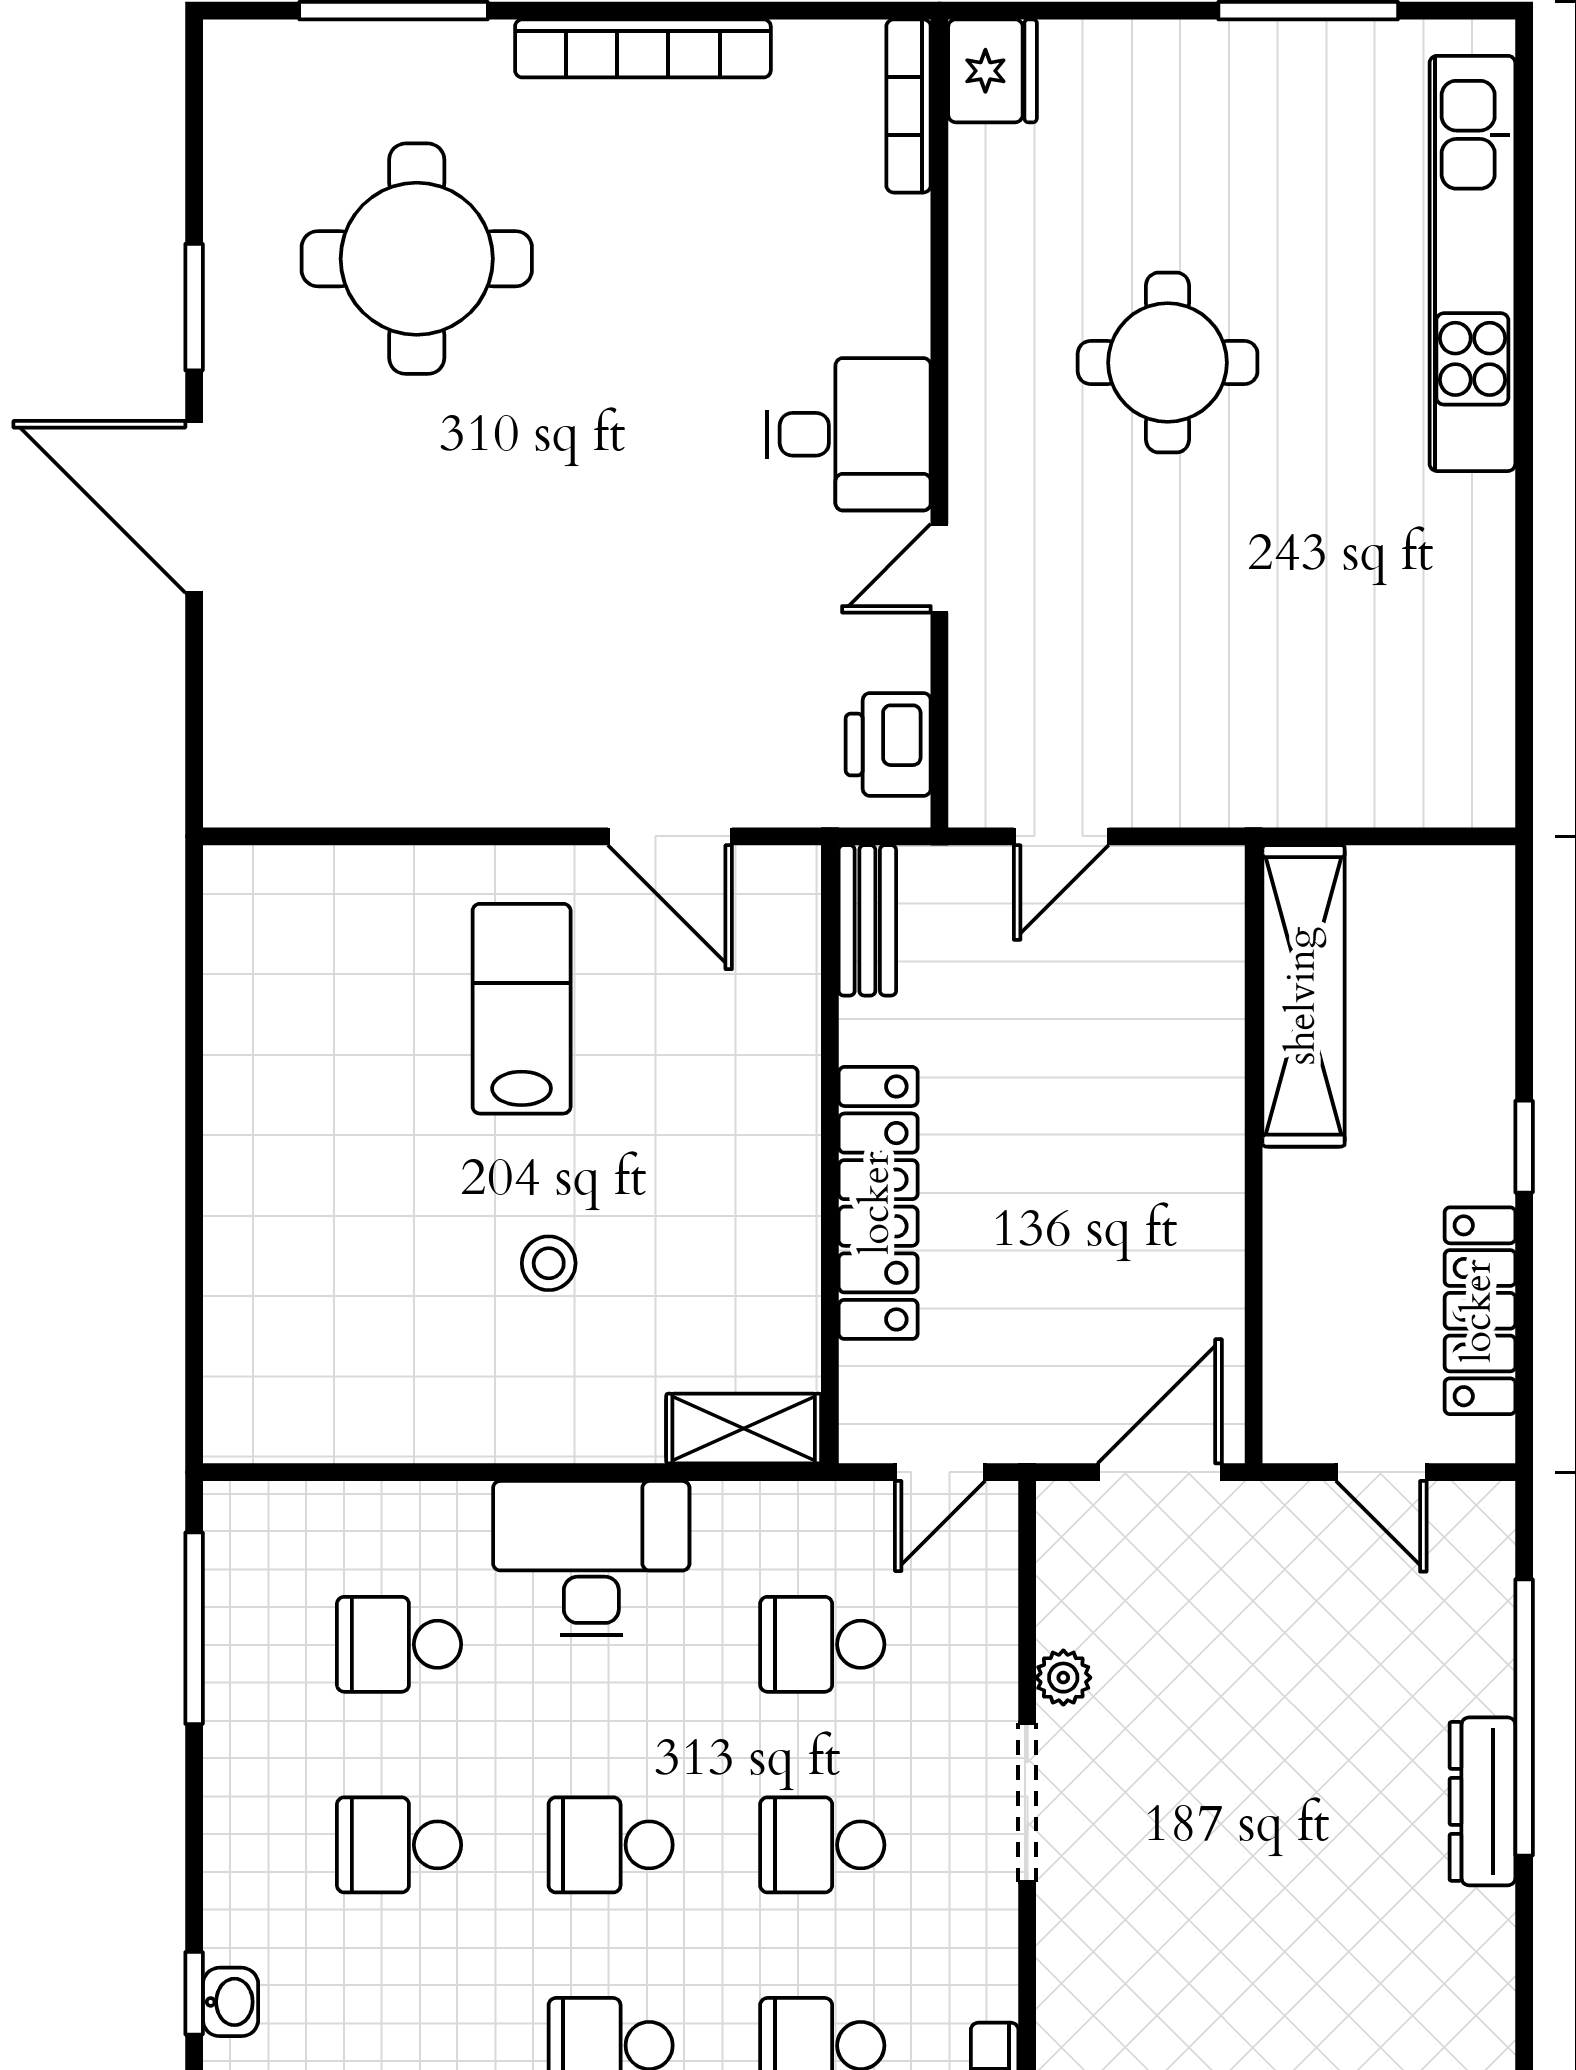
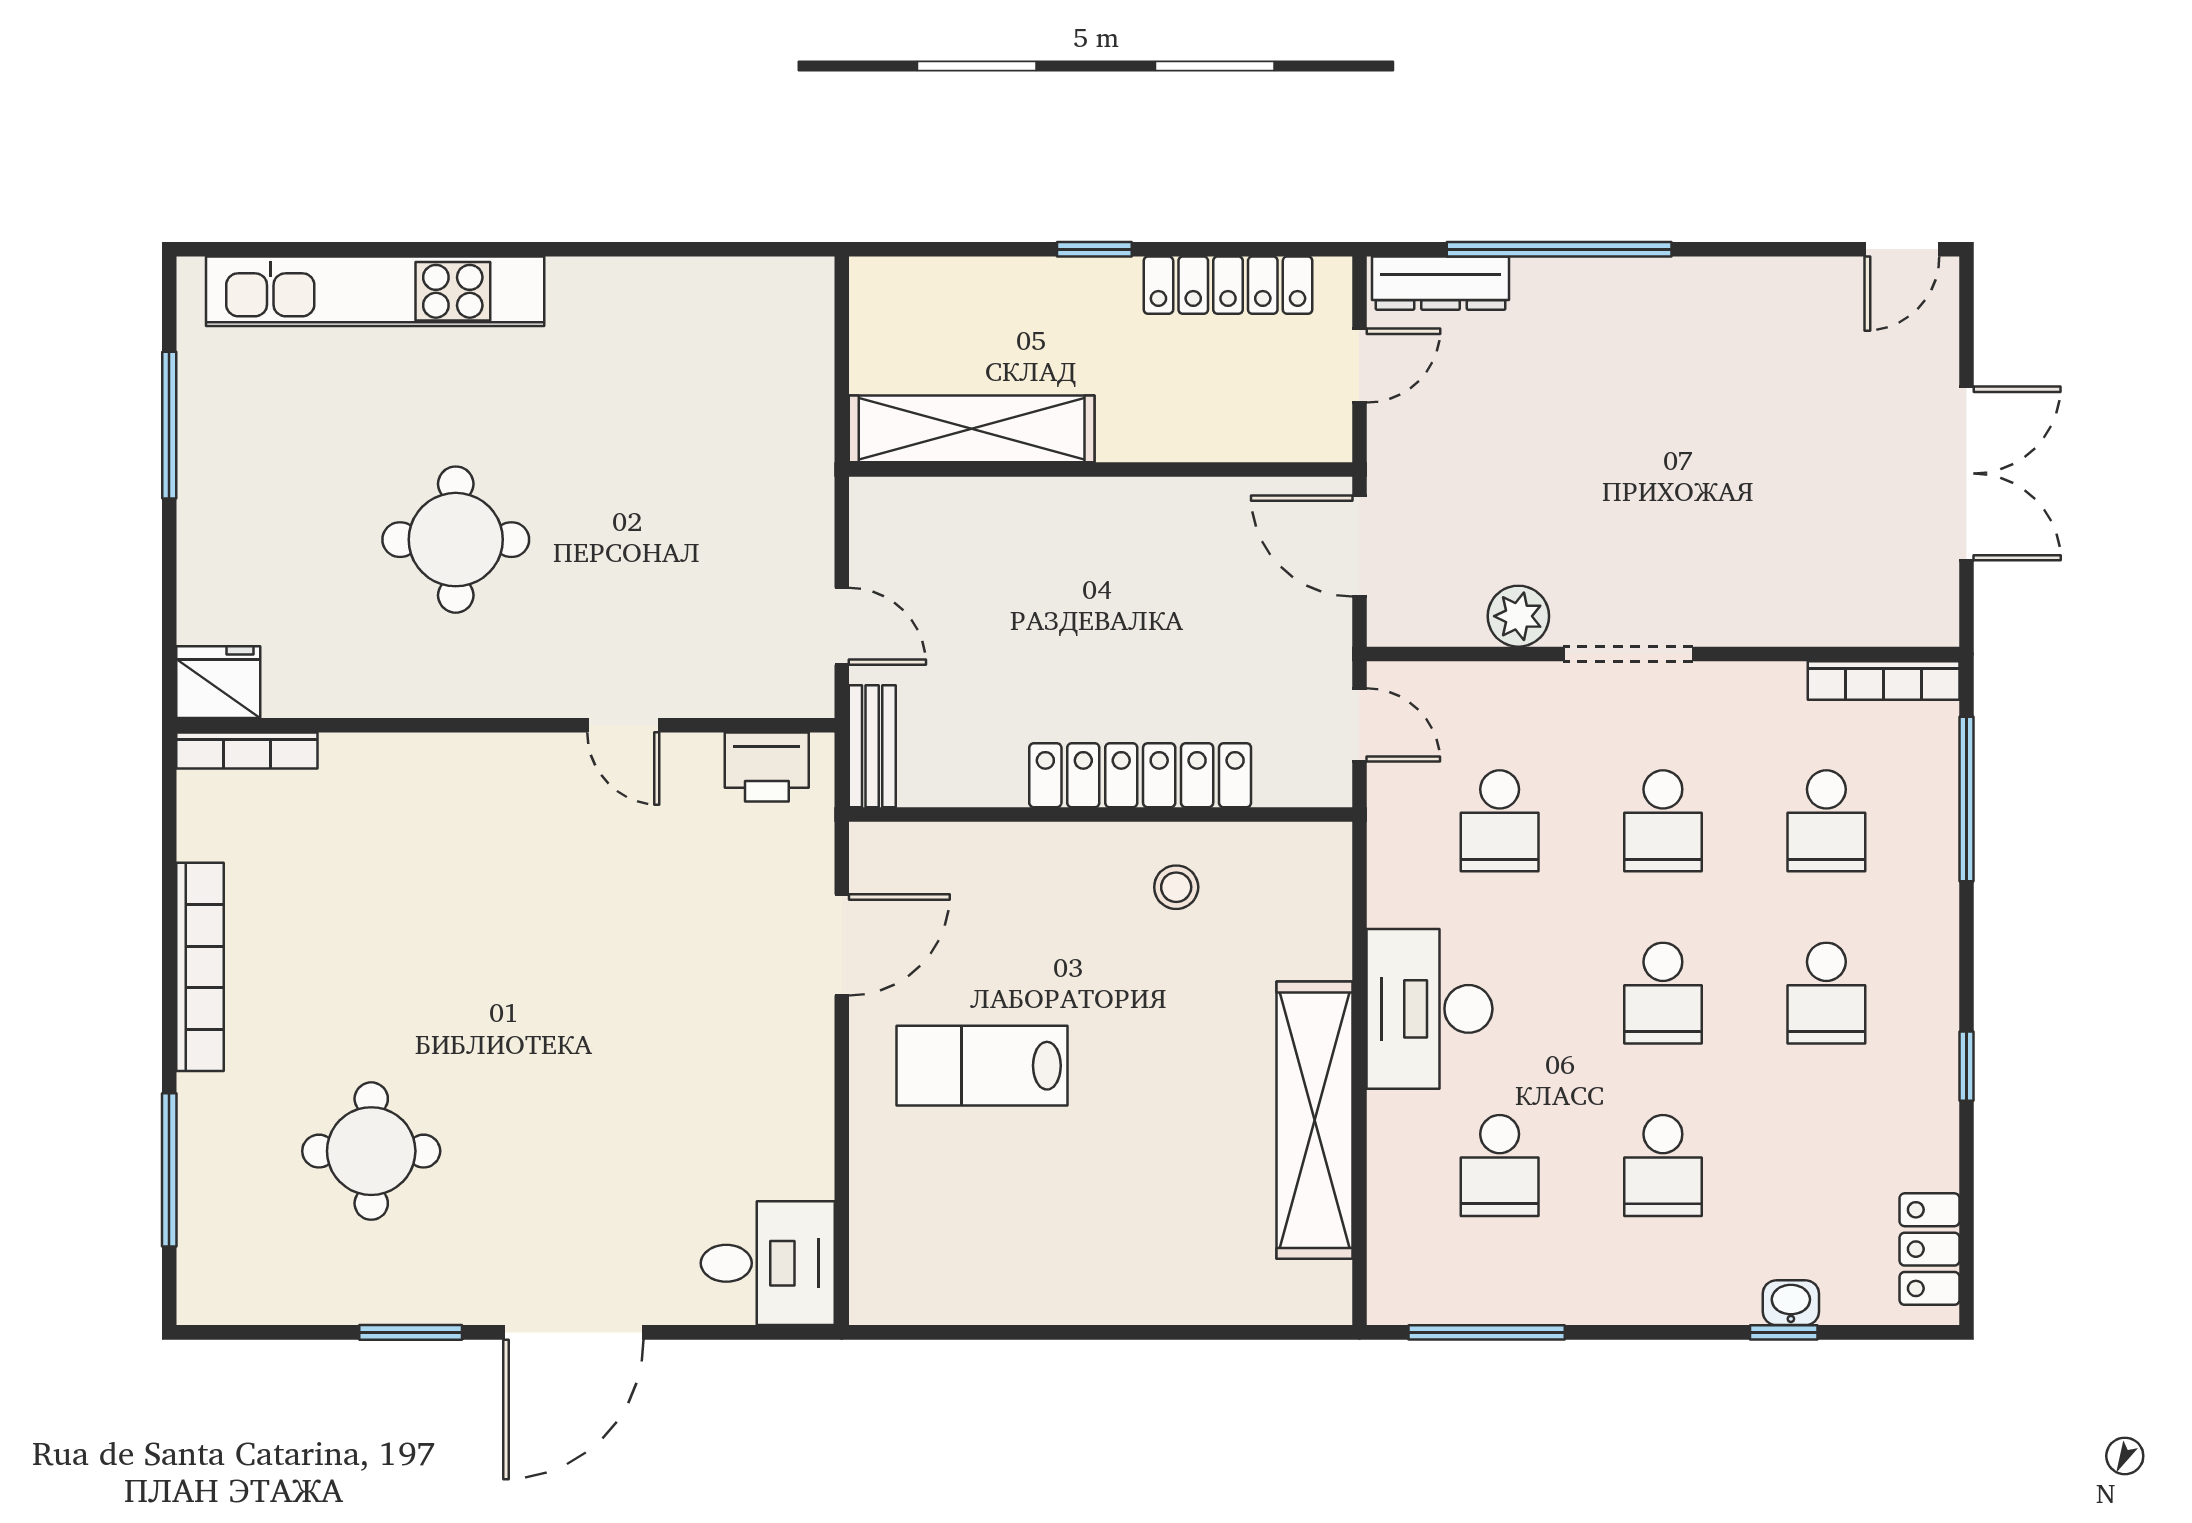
round table: (417, 259) -> (371, 1151), width x0.73, depth x0.73
desk: (849, 434) -> (768, 1263), moved, turned 90
bench: (867, 920) -> (872, 746), moved, turned 90
stool: (549, 1263) -> (1176, 887), moved
shelving: (744, 1429) -> (1314, 1120), moved, width x2.20, depth x1.33
plant: (1063, 1678) -> (1518, 616), width x1.38, depth x1.38
dresser: (1482, 1801) -> (1441, 283), moved

